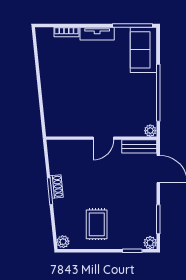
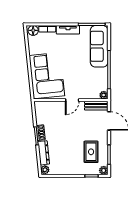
floor lamp: (45, 35) -> (33, 30), added
sofa: (144, 50) -> (99, 46), width x1.36
corner sofa: (66, 102) -> (47, 76), added
dresser: (61, 216) -> (44, 153), added
rug: (97, 224) -> (91, 152), moved

